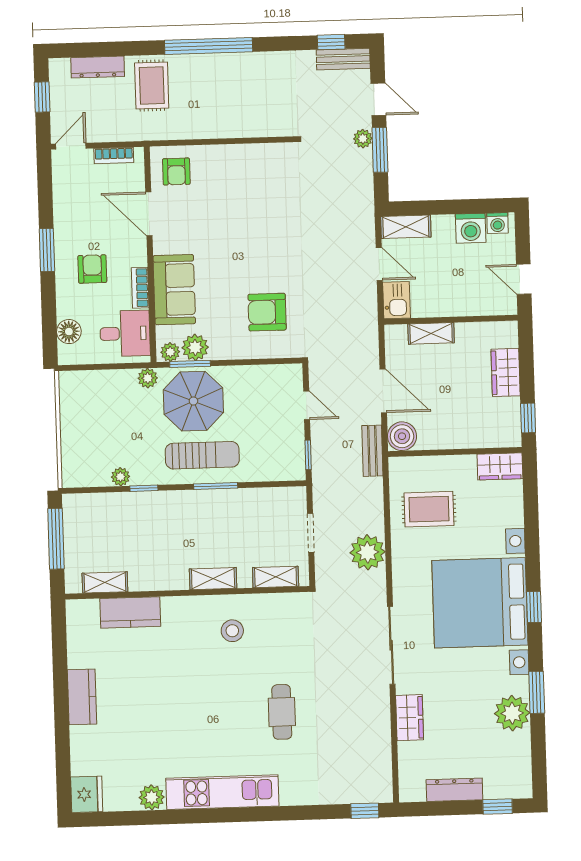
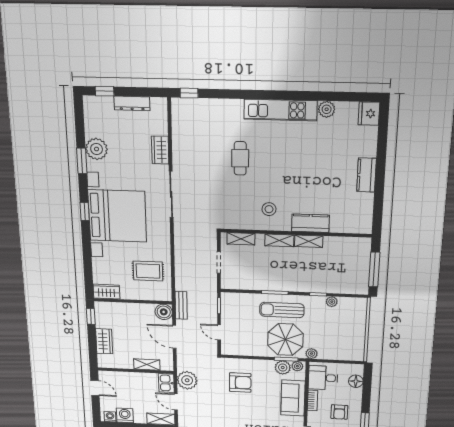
plant: (368, 552) -> (187, 380), moved
shelving: (105, 582) -> (309, 241), moved
kitchen counter: (130, 612) -> (310, 223), moved

